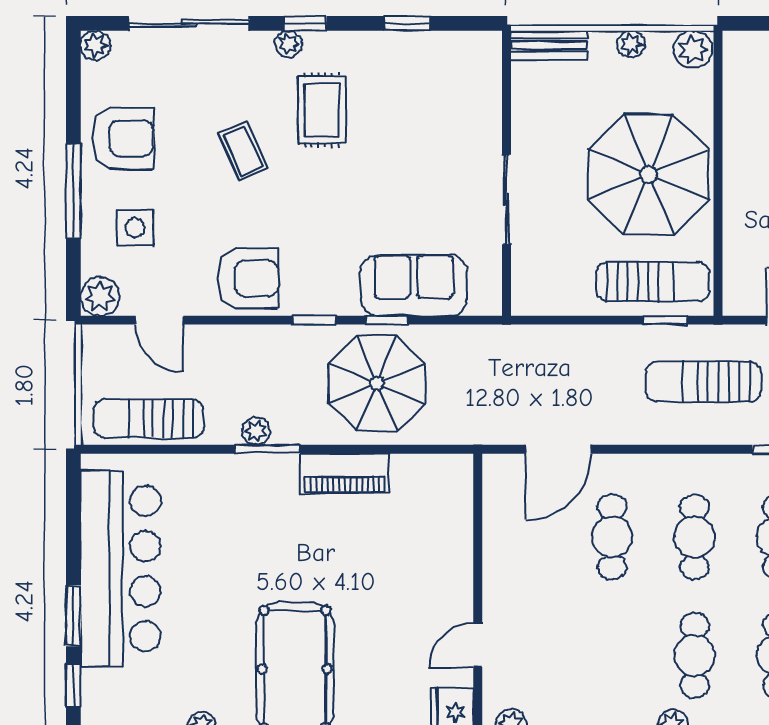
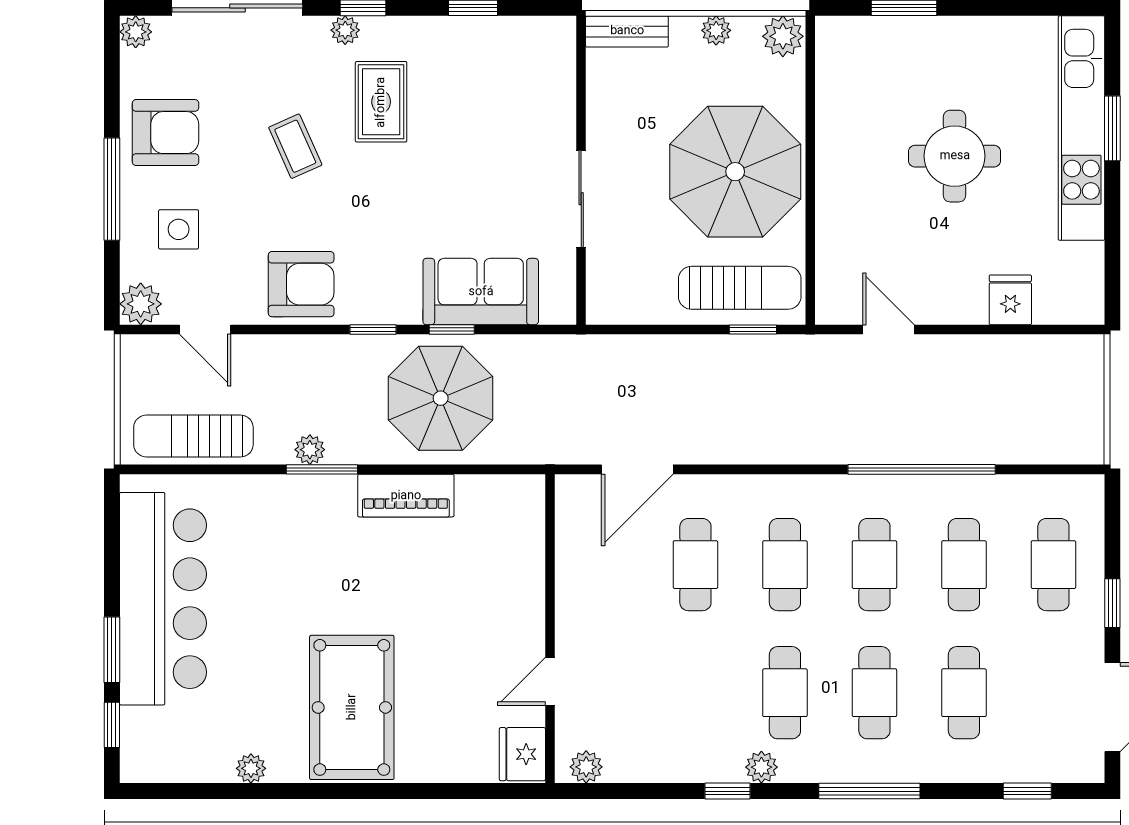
sun lounger: (703, 382) -> (794, 396), removed

